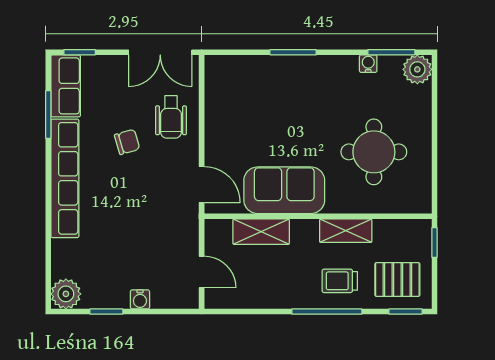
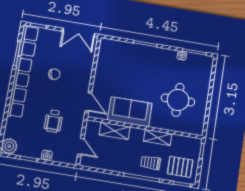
plant: (417, 69) -> (206, 62), removed
wheelchair: (171, 117) -> (53, 121), moved

